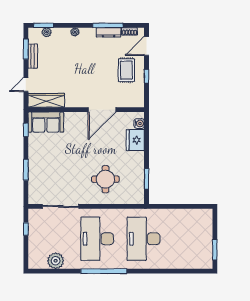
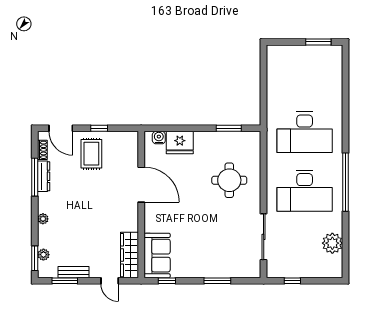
rug: (126, 70) -> (91, 154), turned 90

